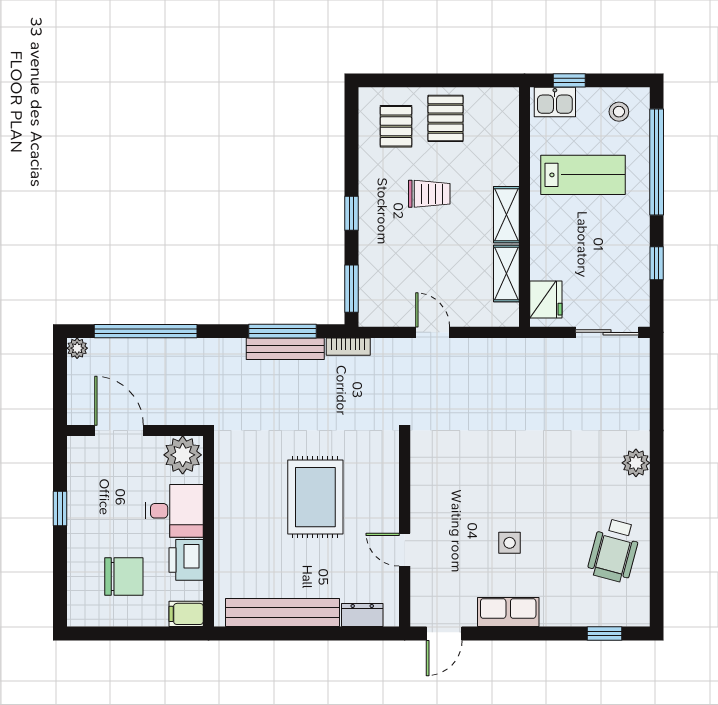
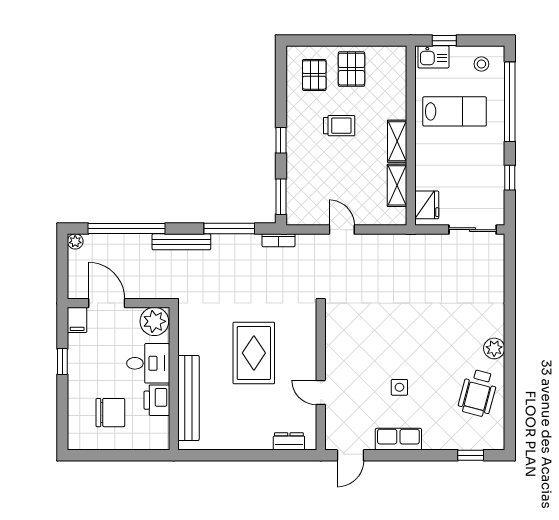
bench: (285, 349) -> (181, 242), moved
plant: (636, 463) -> (494, 348), moved
bench: (282, 613) -> (188, 398), moved, turned 90
filing cabinet: (186, 614) -> (77, 320), moved, turned -90

